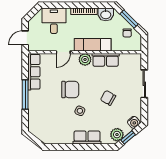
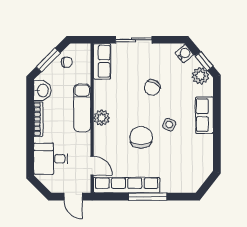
door: (63, 52) -> (92, 166), moved
row of seats: (106, 60) -> (102, 61), moved
row of seats: (34, 72) -> (127, 185), width x1.36

